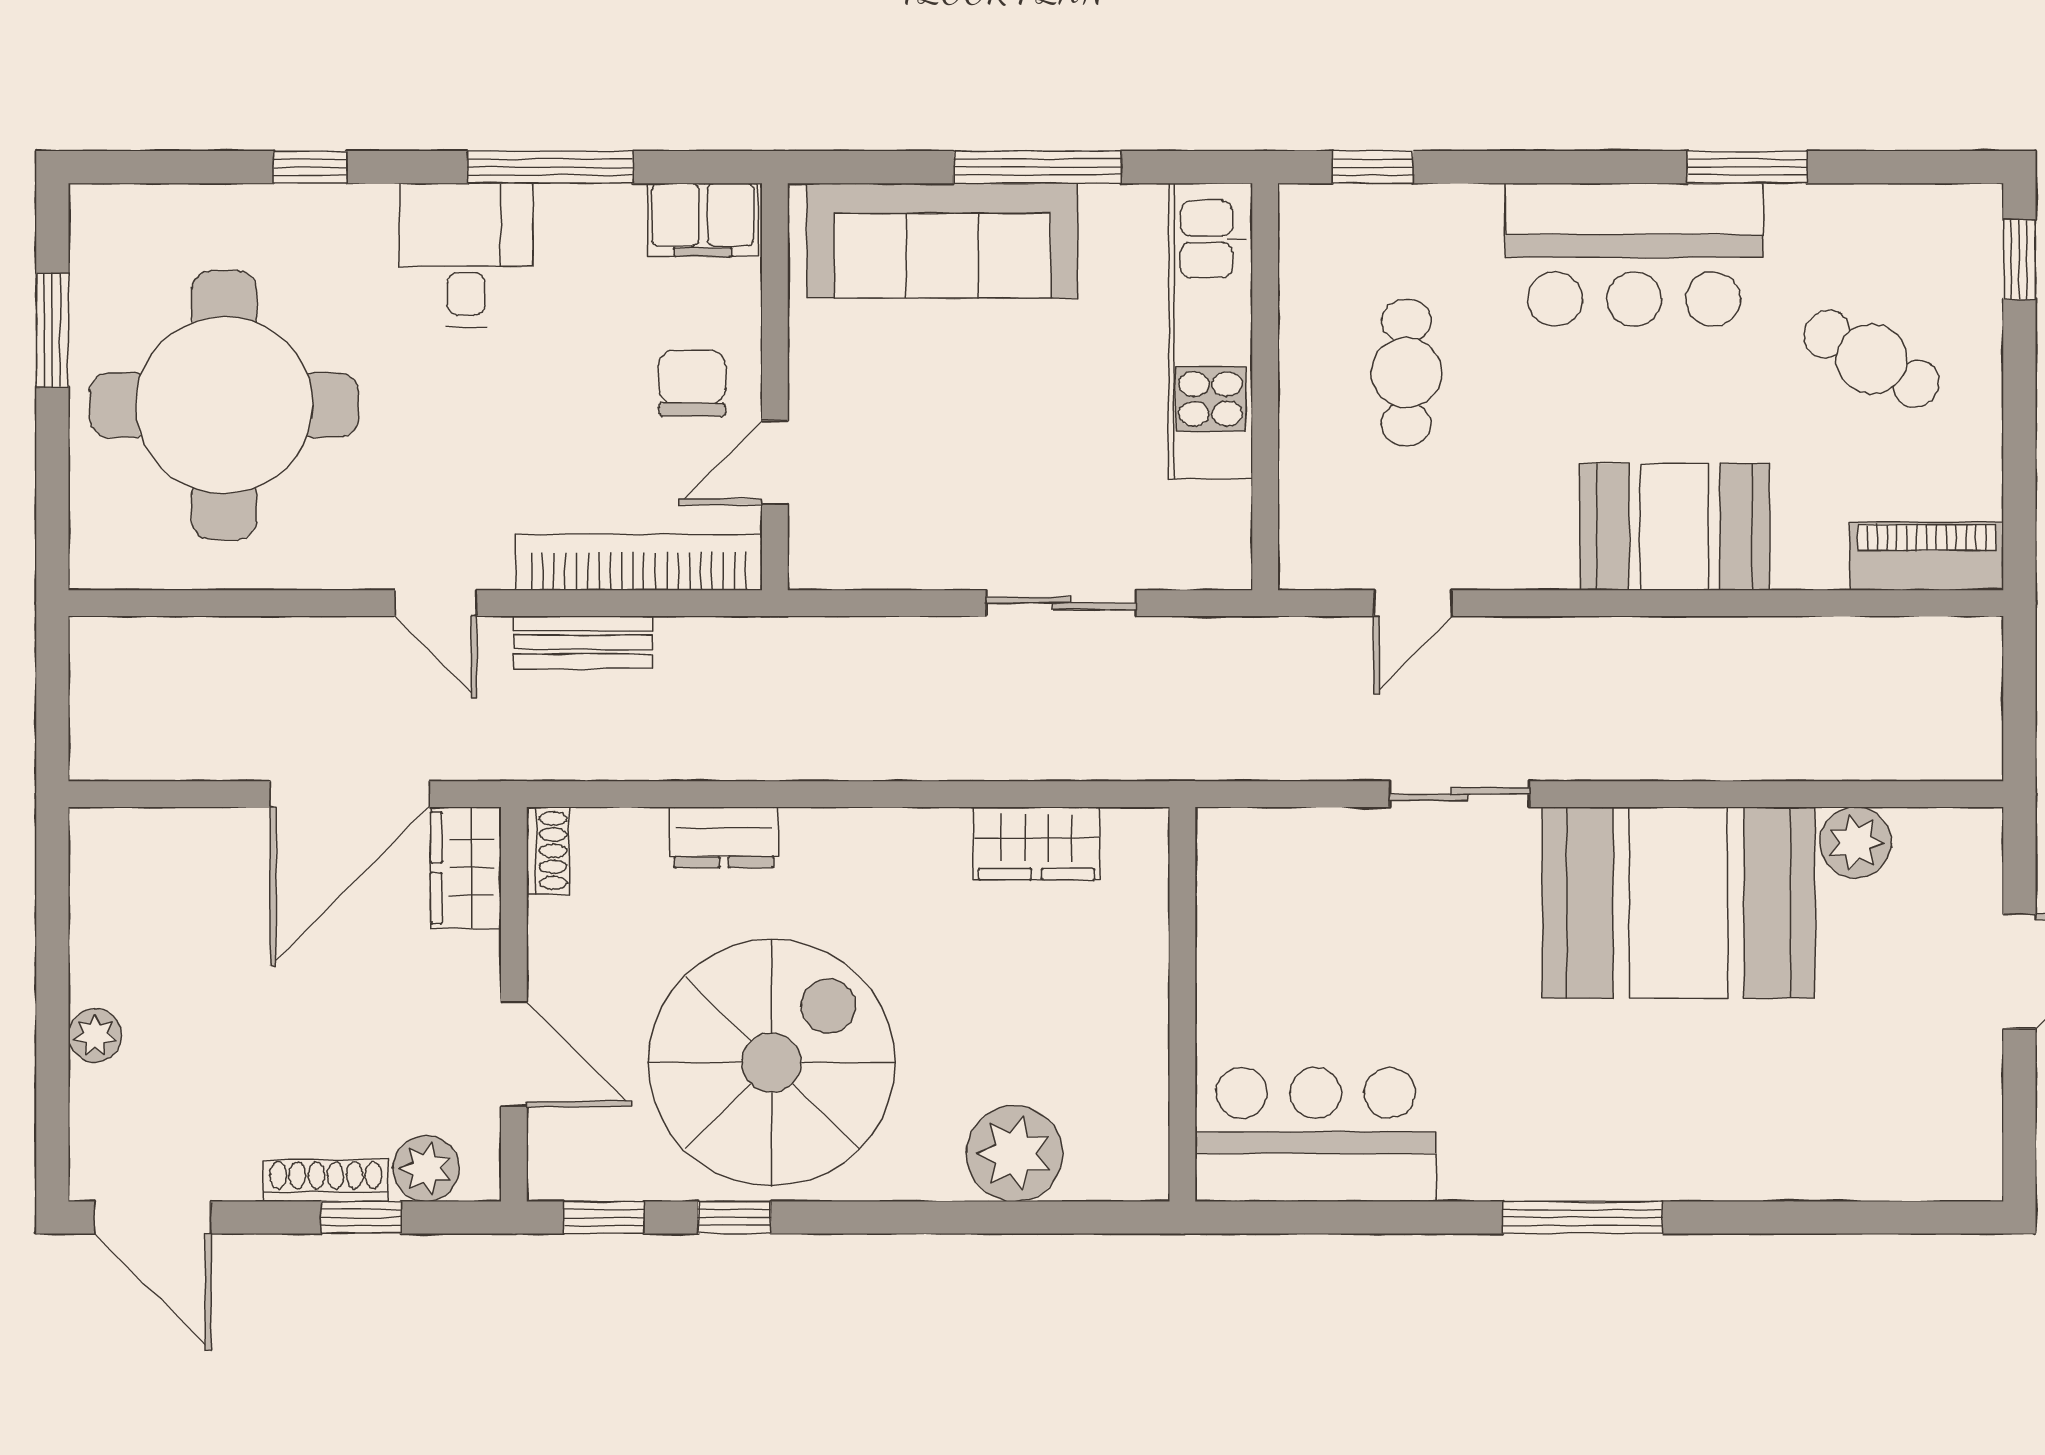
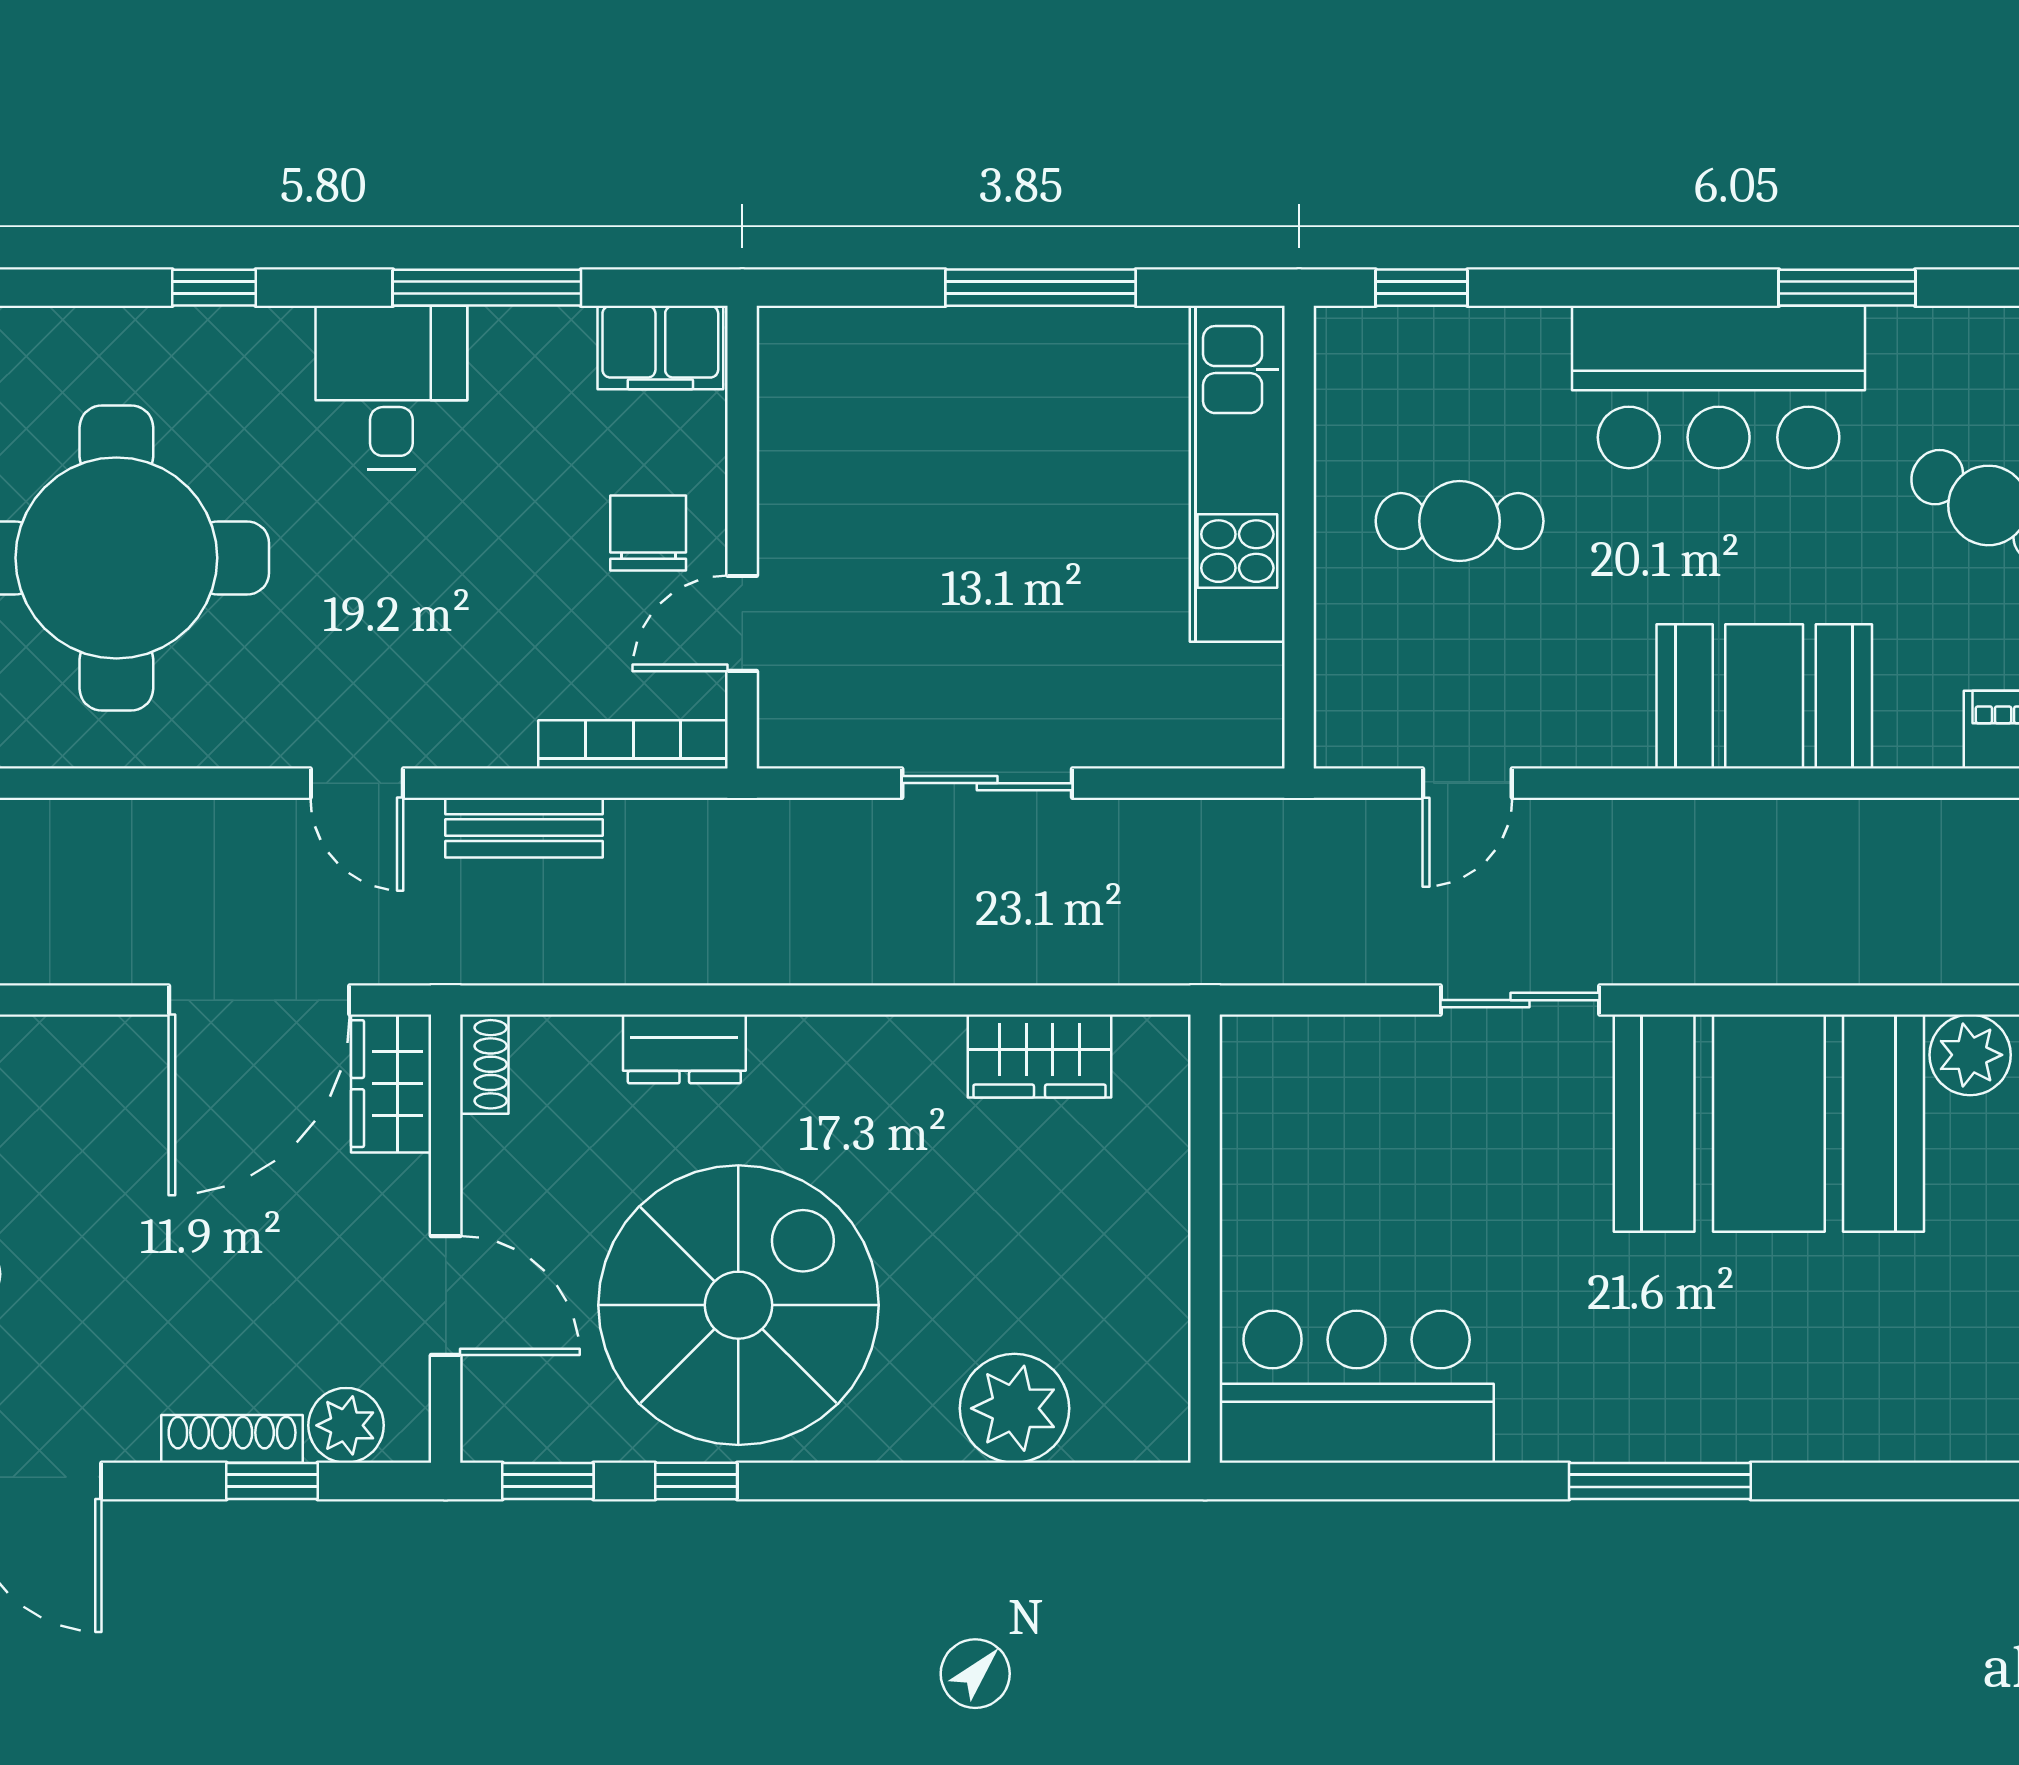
sofa: (942, 241) -> (932, 371), removed
cafe table: (1406, 373) -> (1460, 521), turned 90
bookcase: (639, 562) -> (633, 744), width x0.68, depth x0.76
sliding door: (1061, 603) -> (987, 783), moved

